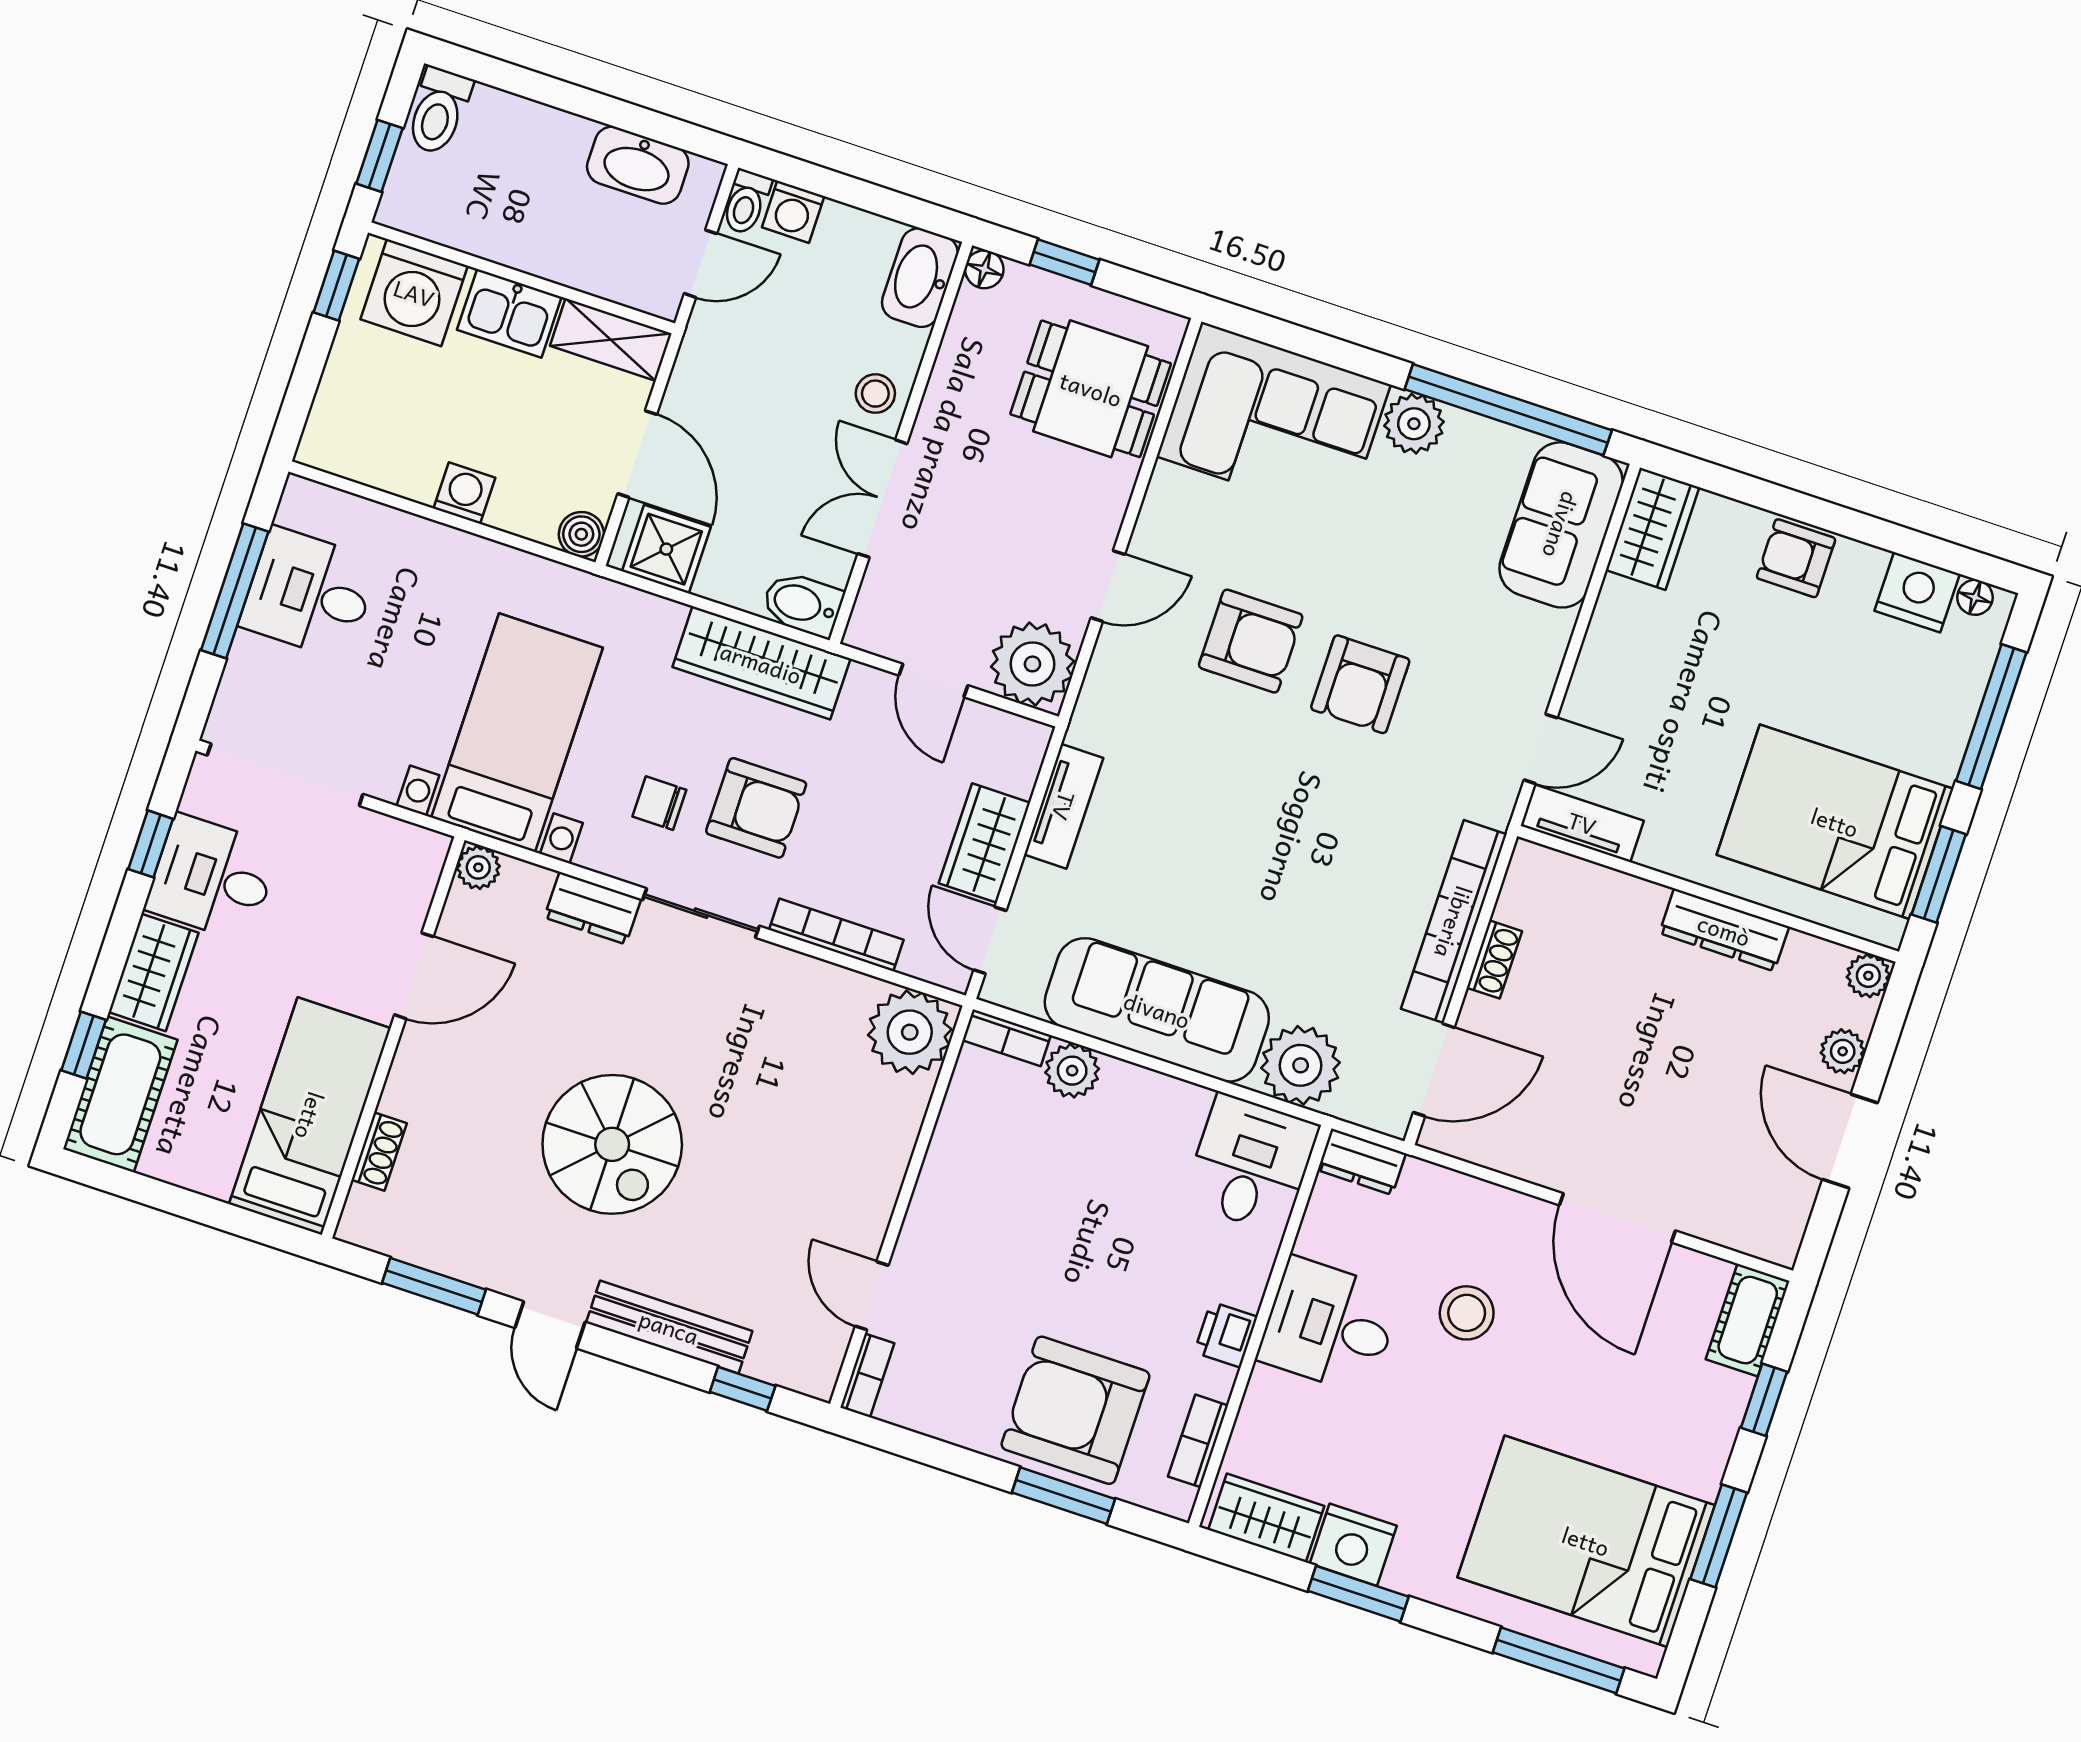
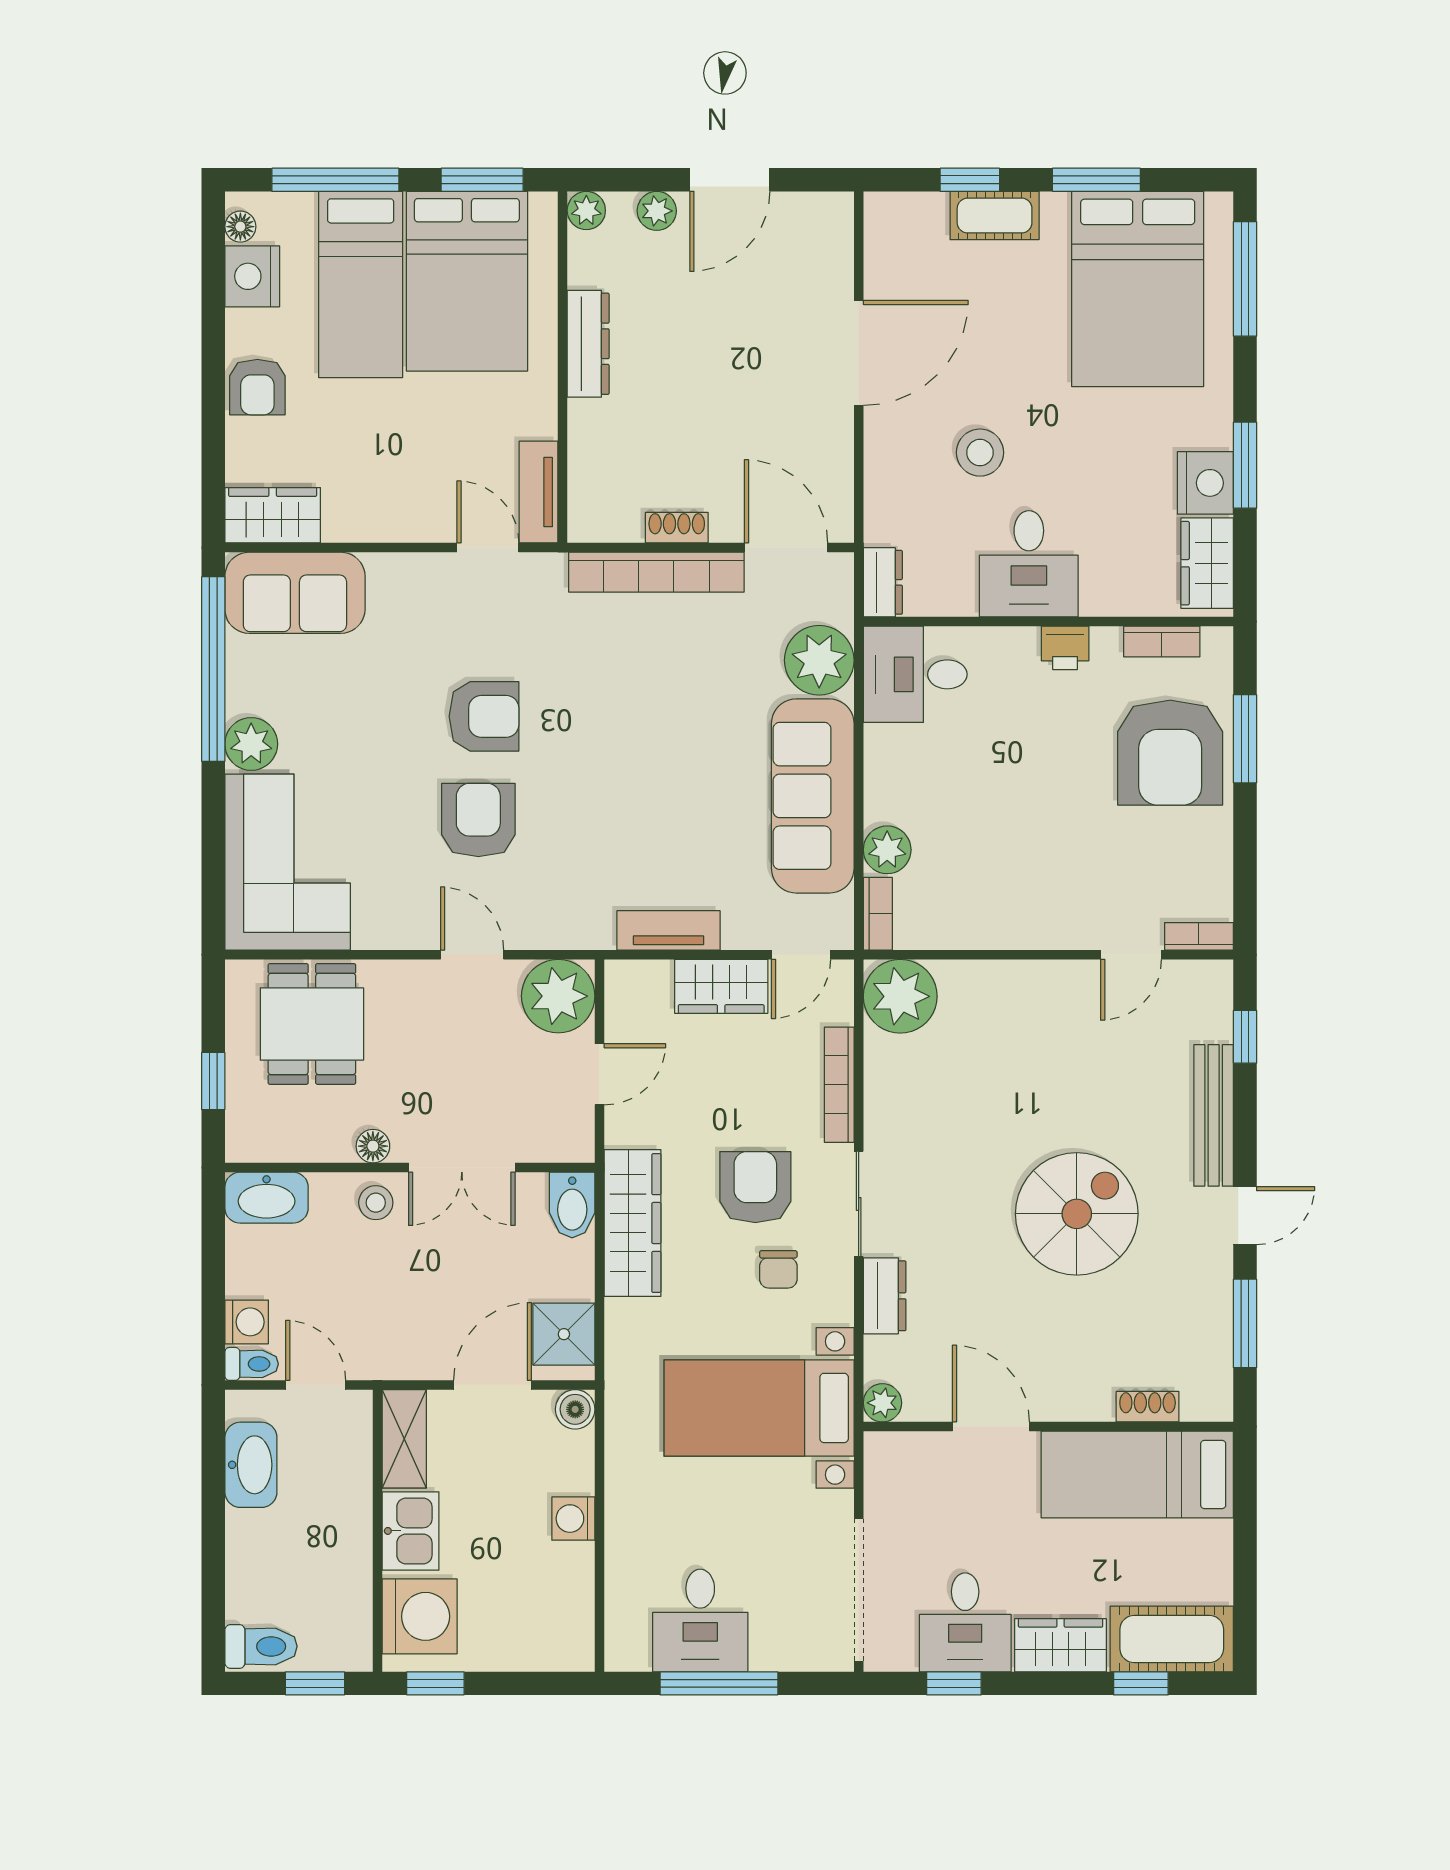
floor lamp: (984, 269) -> (373, 1146), moved
bed: (1869, 706) -> (361, 285), added
cot: (1748, 1320) -> (995, 216), moved

